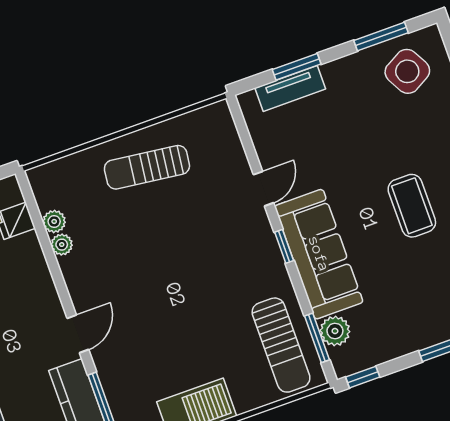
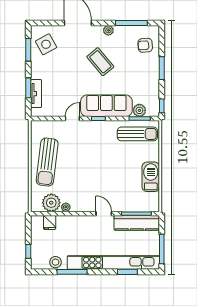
sun lounger: (147, 167) -> (47, 162), width x1.36, depth x1.34
door: (264, 189) -> (72, 119), hinge flipped
coffee table: (412, 206) -> (100, 62), turned 50
plant: (54, 221) -> (51, 203), width x1.87, depth x1.87

